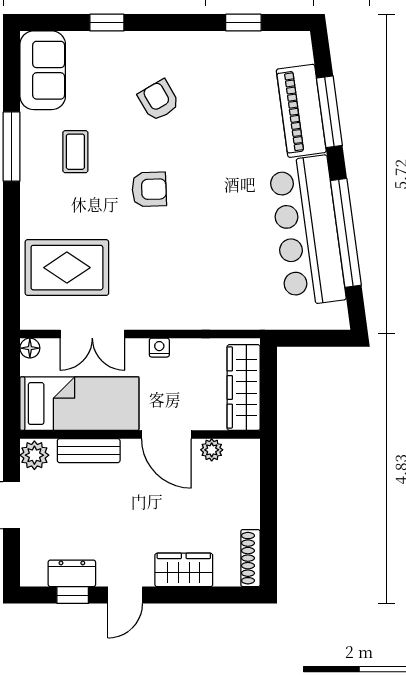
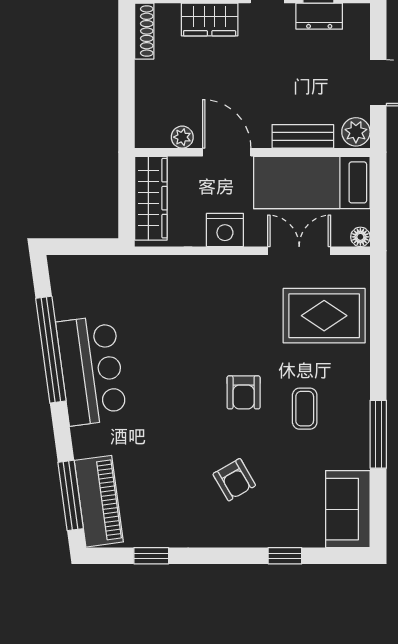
piano: (301, 111) -> (99, 501), moved
window: (329, 112) -> (71, 495), moved
coffee table: (75, 152) -> (305, 409), moved
armchair: (149, 189) -> (244, 392), turned -88
bar counter: (307, 231) -> (91, 370), width x0.73
nightstand: (159, 348) -> (225, 230), width x1.89, depth x1.79

